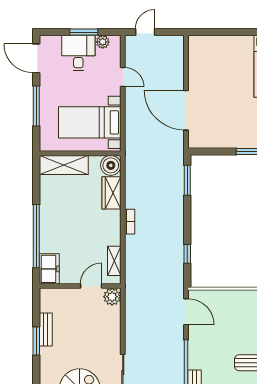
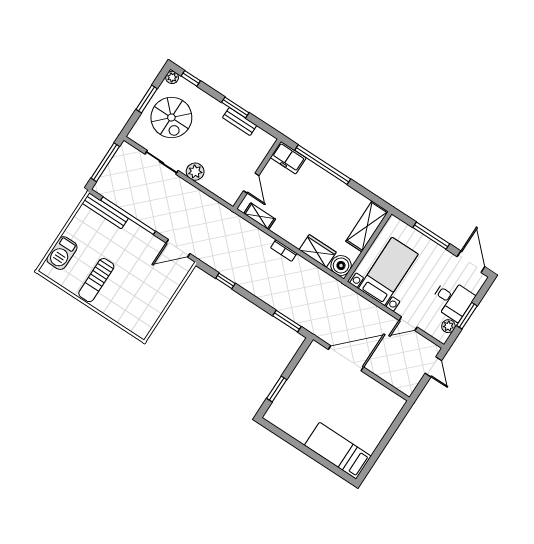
door: (36, 58) -> (471, 262), hinge flipped
plant: (112, 297) -> (195, 172), moved

